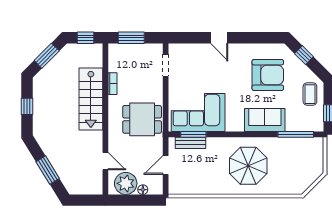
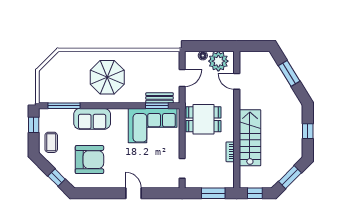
armchair: (268, 75) -> (89, 160), turned 180

